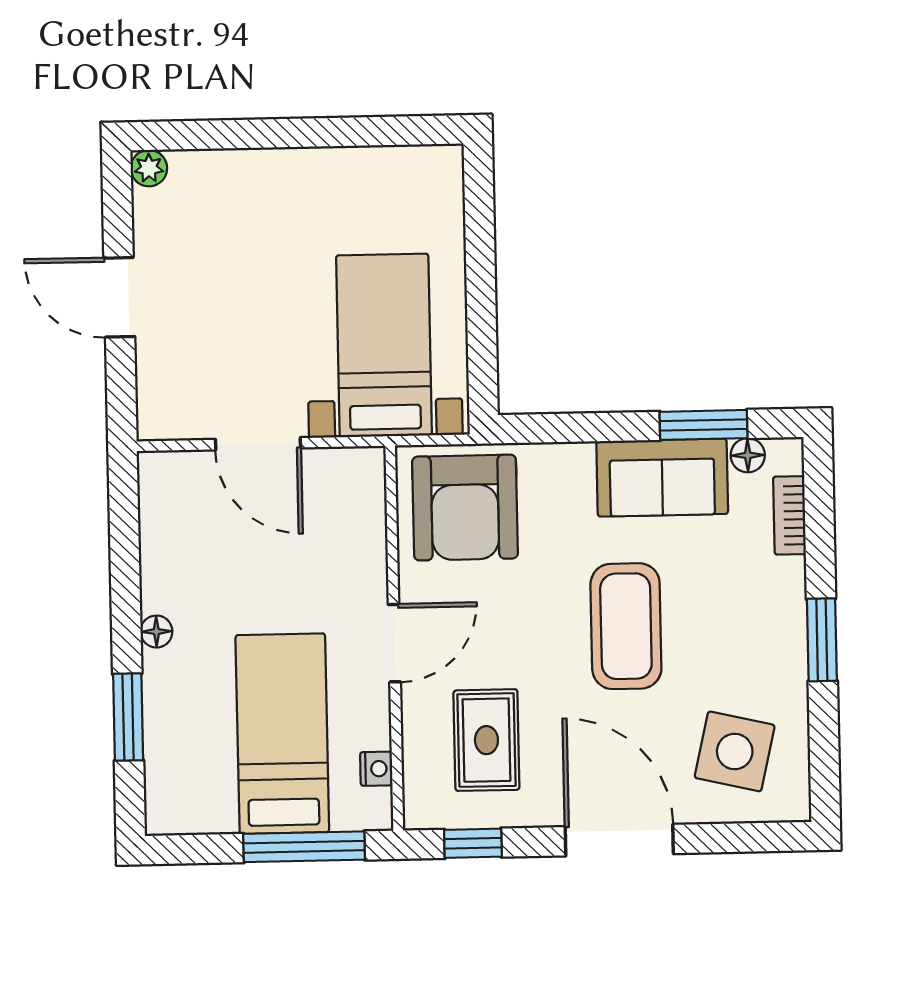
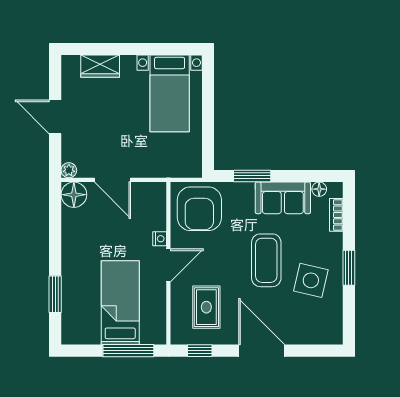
plant: (149, 168) -> (69, 170), moved
wardrobe: (223, 175) -> (100, 66), added
bed with nightstands: (384, 345) -> (170, 93), moved, turned 180
window: (703, 425) -> (252, 176), moved
floor lamp: (156, 632) -> (74, 195), moved, width x1.89, depth x1.89
side table: (735, 751) -> (311, 280), moved
nightstand: (376, 769) -> (160, 239), moved

